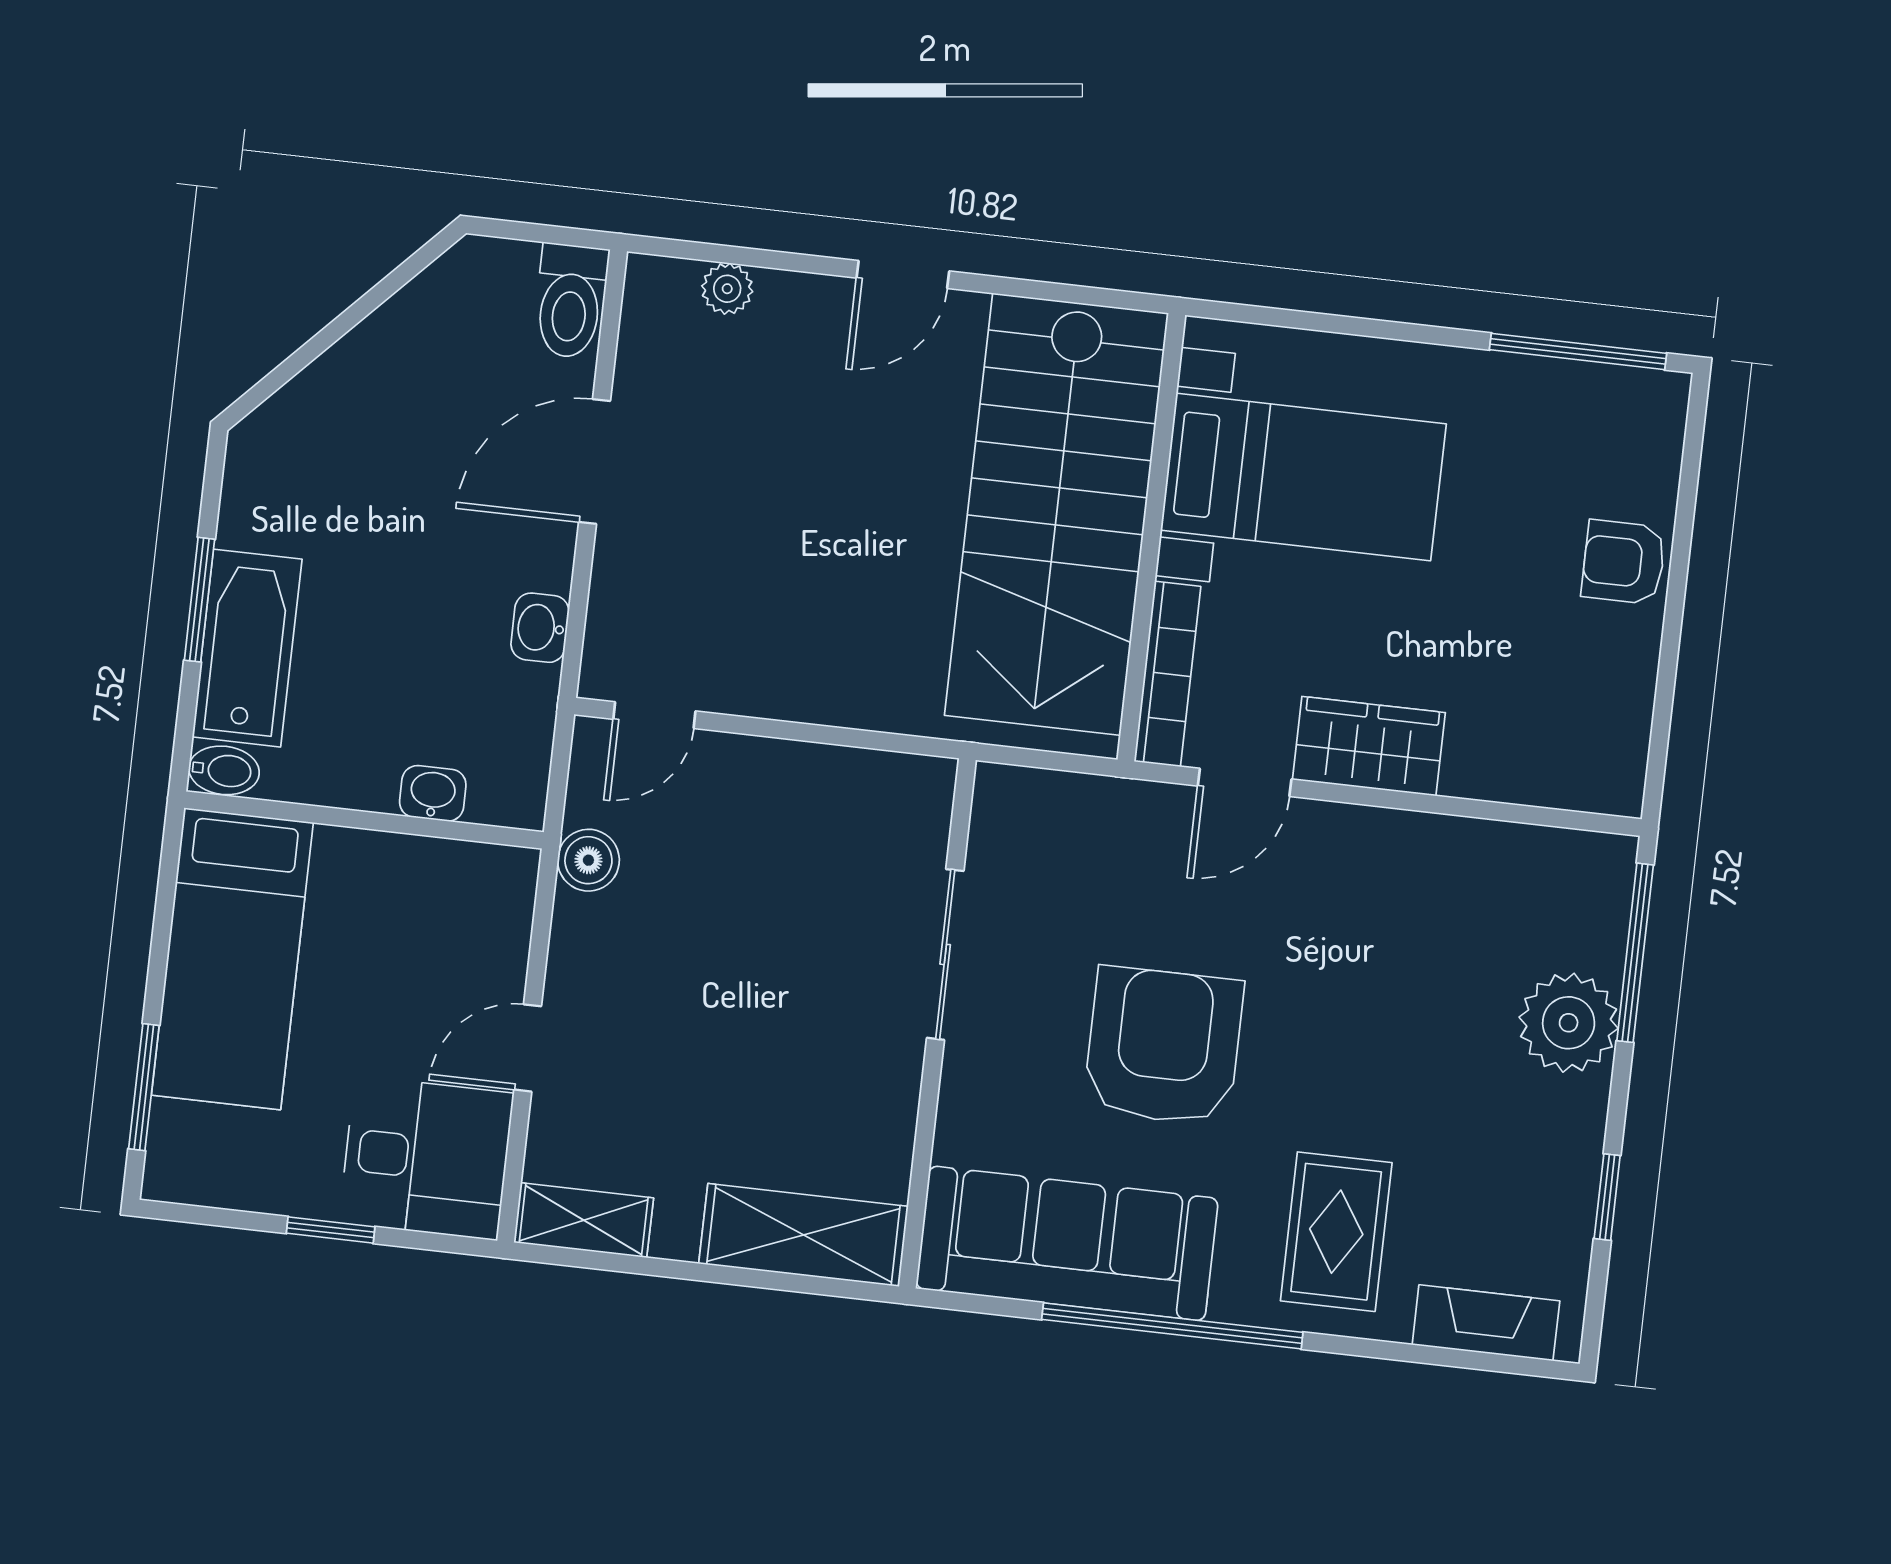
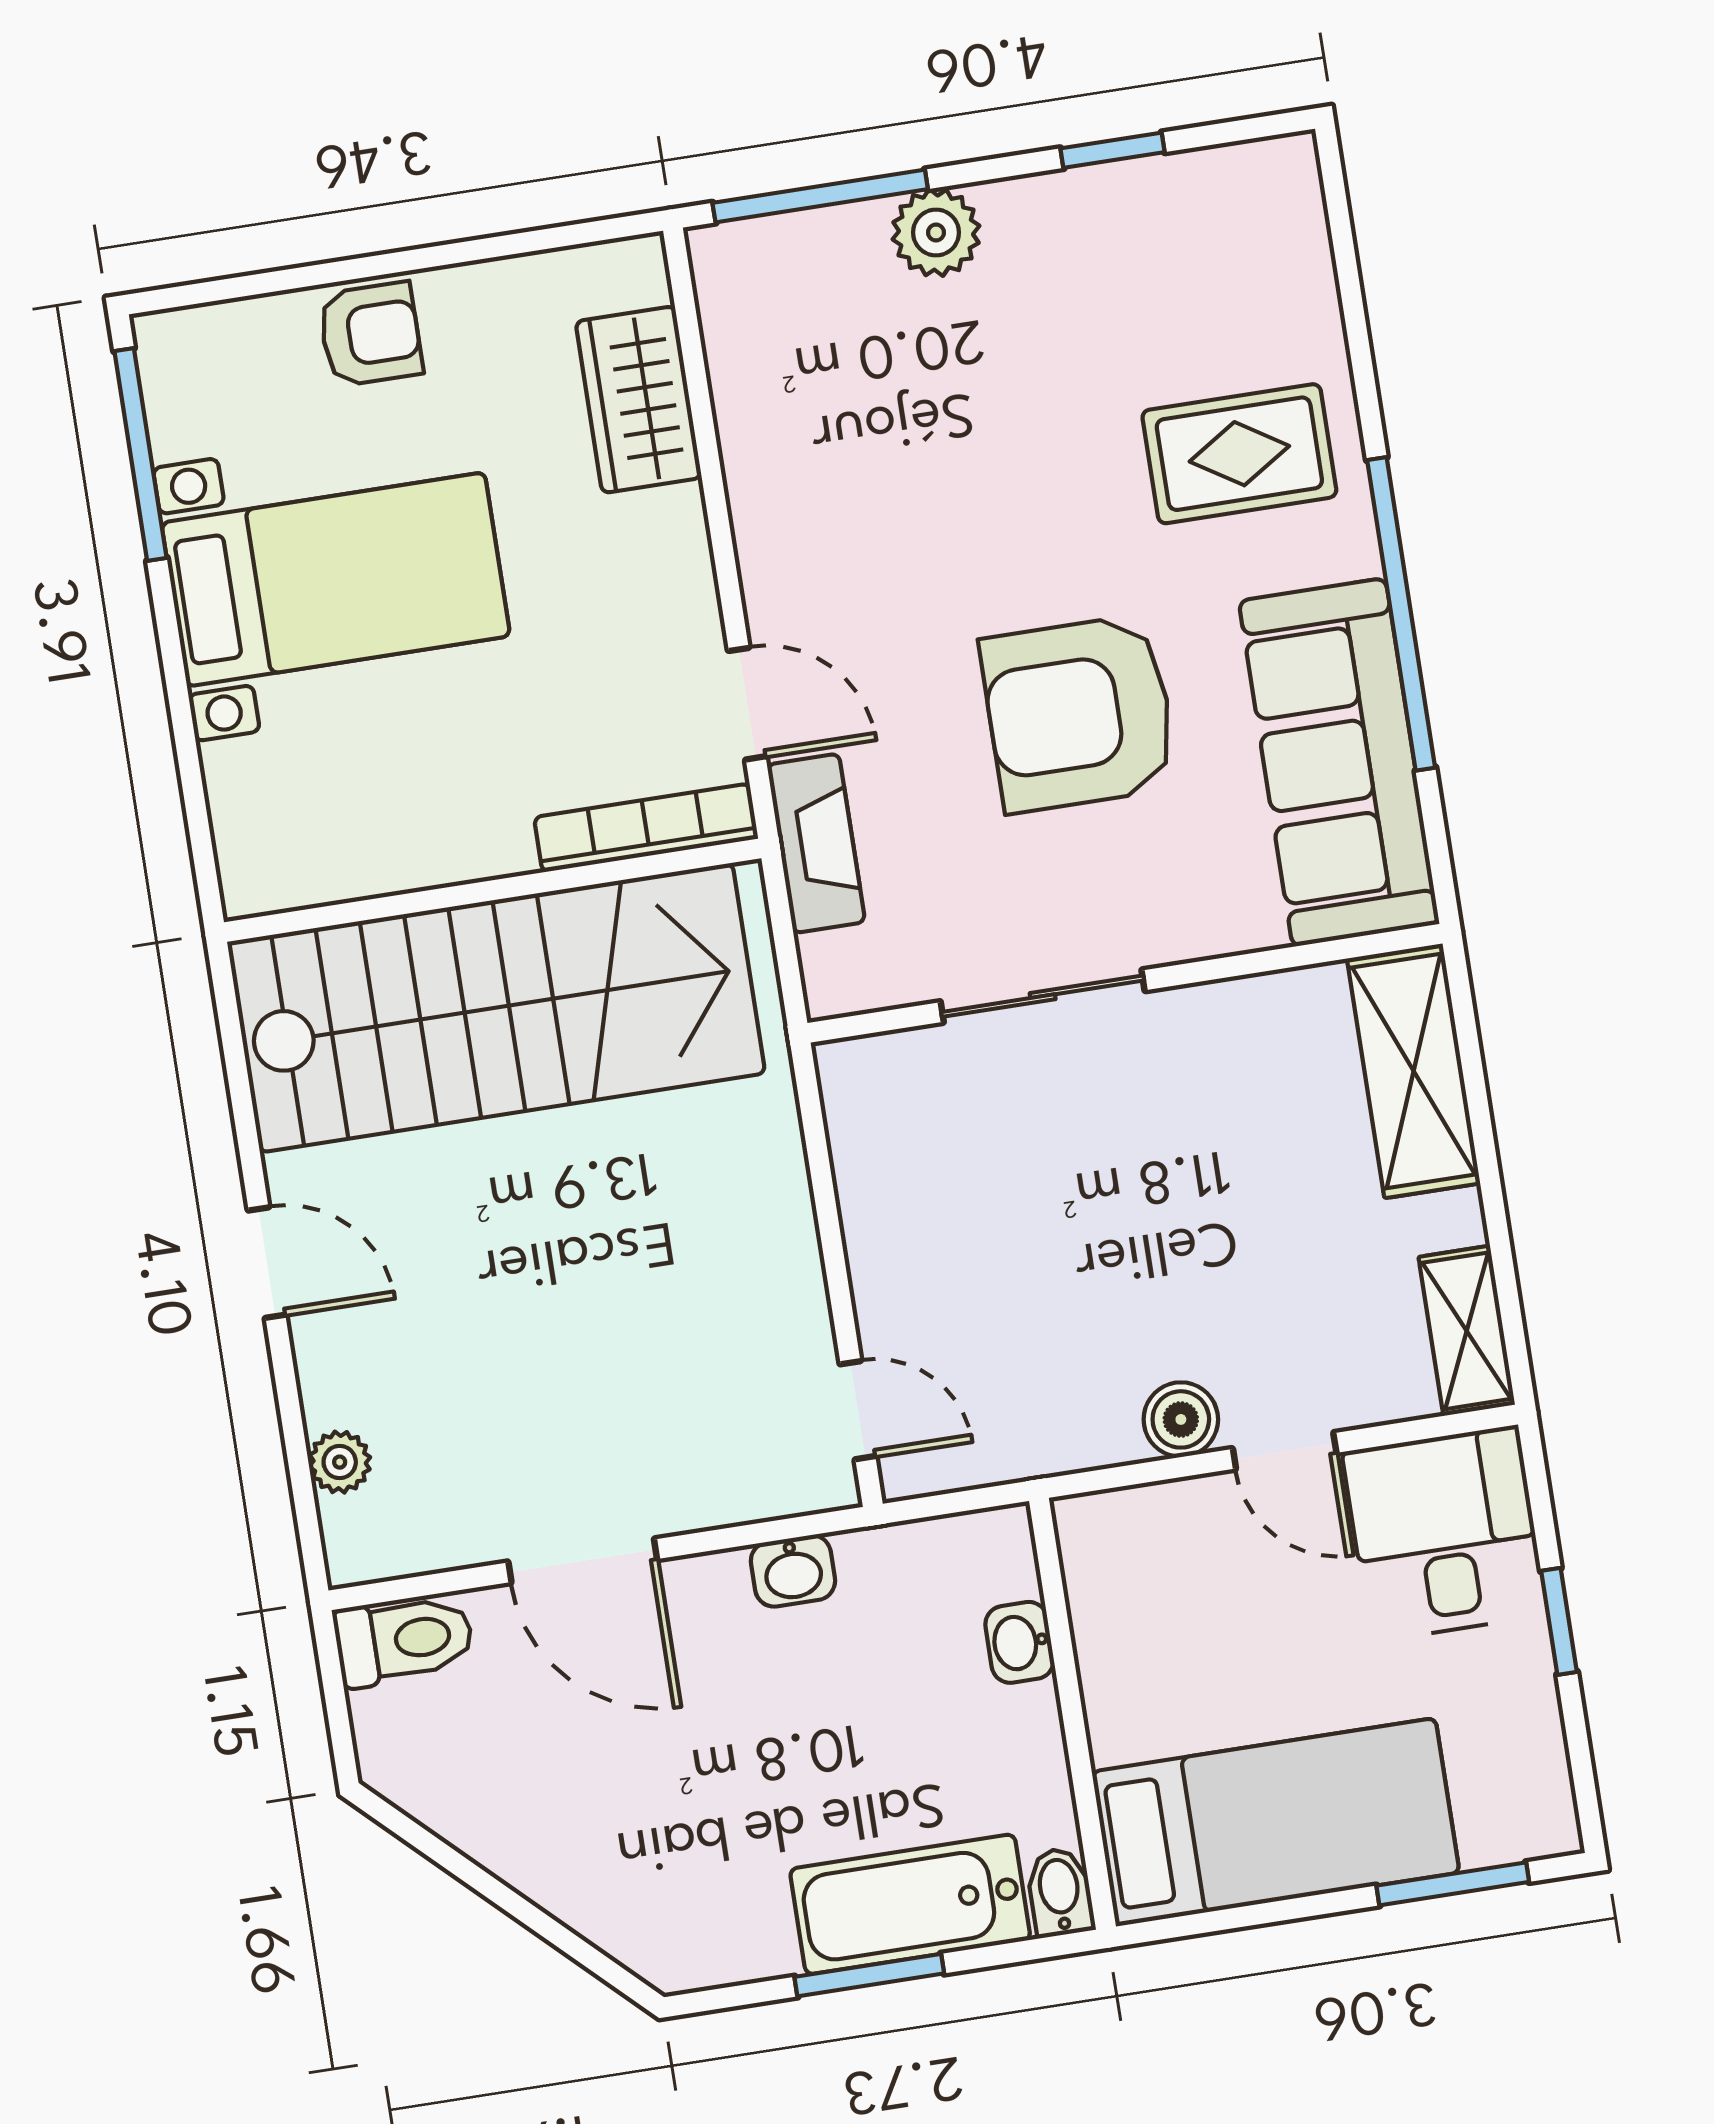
bed with nightstands: (1303, 477) -> (336, 579), moved, turned 90
armchair: (1624, 562) -> (370, 334), turned -90
wardrobe: (1369, 746) -> (639, 400), moved
boiler: (588, 860) -> (1181, 1419), moved
plant: (1569, 1023) -> (936, 233), width x0.73, depth x0.73
fireplace: (1486, 1323) -> (816, 843), moved, turned 180

